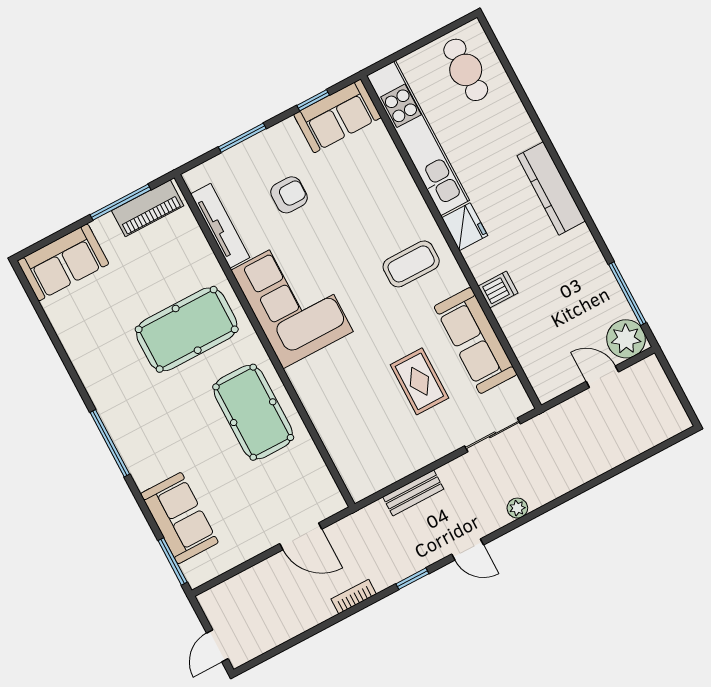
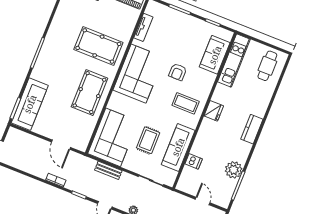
sofa: (337, 116) -> (215, 55), moved, turned 90
kitchen unit: (418, 138) -> (234, 61), width x0.73
kitchen counter: (551, 188) -> (252, 129), width x0.67
armchair: (289, 195) -> (178, 72), moved, turned 90
tv unit: (220, 226) -> (143, 27), width x0.71
dishwasher: (498, 290) -> (194, 161), moved
plant: (626, 339) -> (234, 170), moved
corner sofa: (364, 437) -> (113, 137), added
sofa: (179, 518) -> (30, 104), width x1.36

